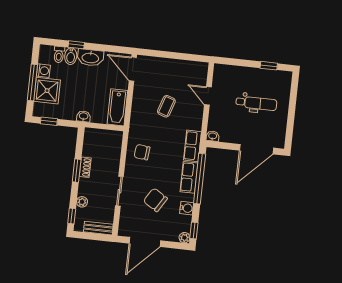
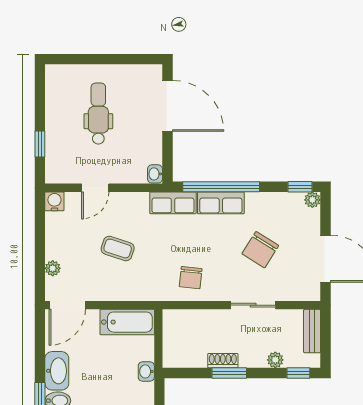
plant: (158, 62) -> (53, 268), added
window: (269, 66) -> (40, 144), moved
water cooler: (187, 208) -> (54, 201), moved

